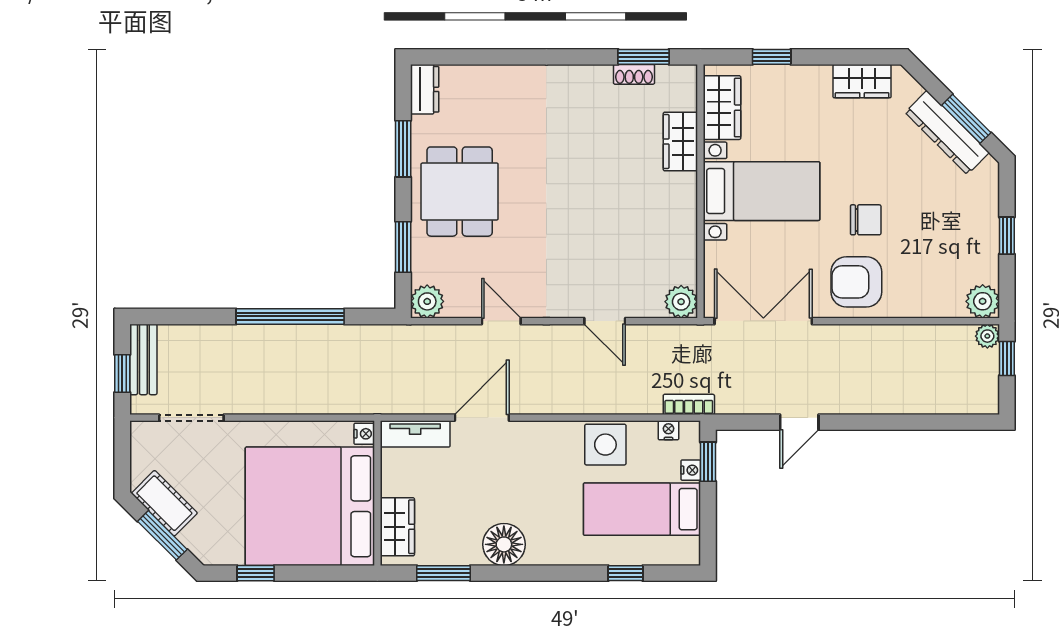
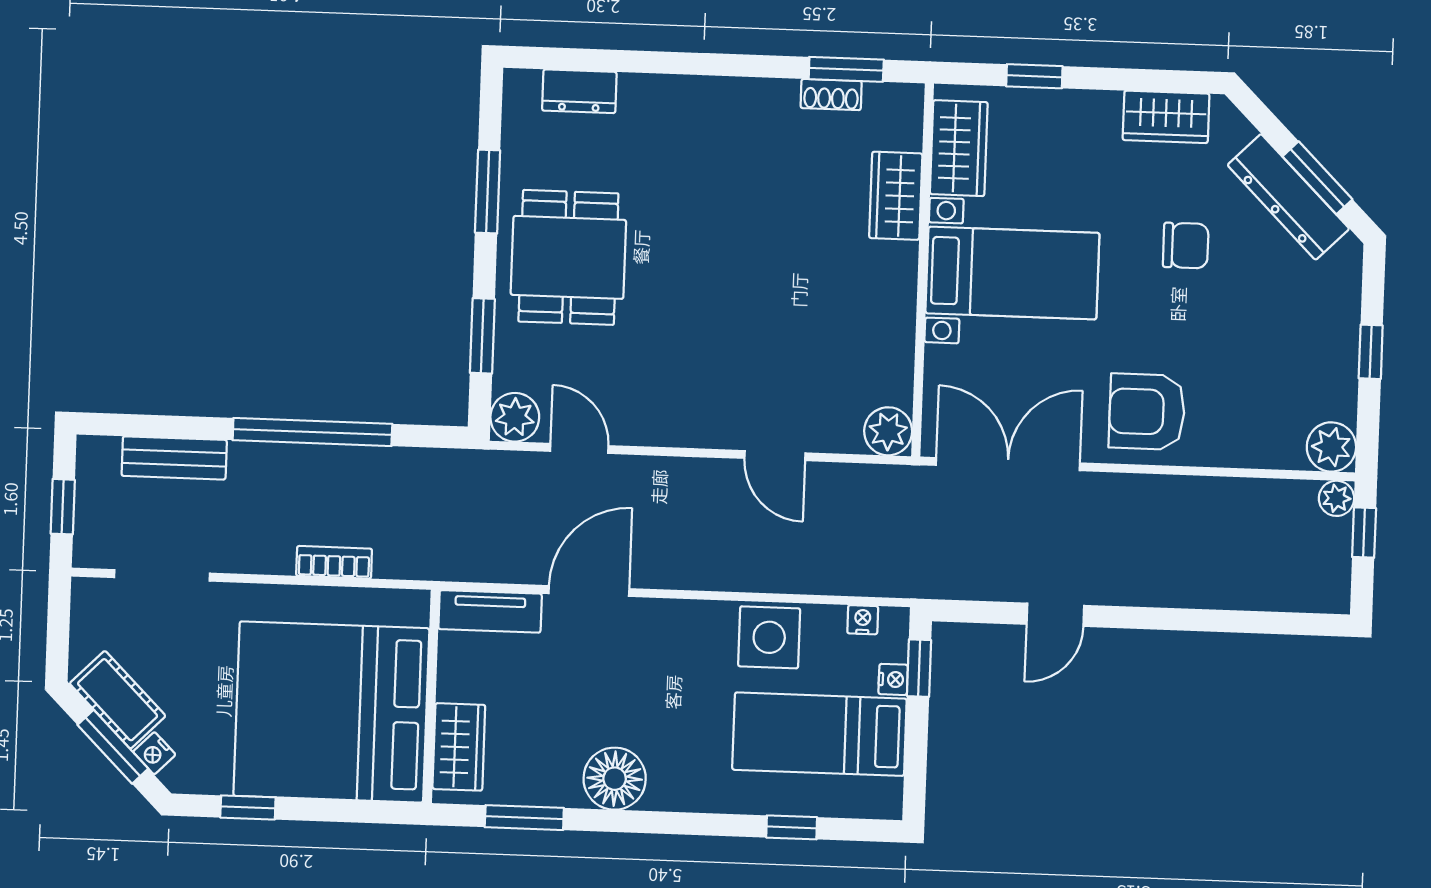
dresser: (425, 89) -> (579, 91), moved, turned 90
chair: (866, 220) -> (1186, 246), moved
door: (501, 321) -> (579, 448), moved
bench: (143, 359) -> (174, 458), moved, turned 90
bookcase: (689, 404) -> (334, 562), moved
nightstand: (364, 434) -> (154, 753), moved, turned 135

